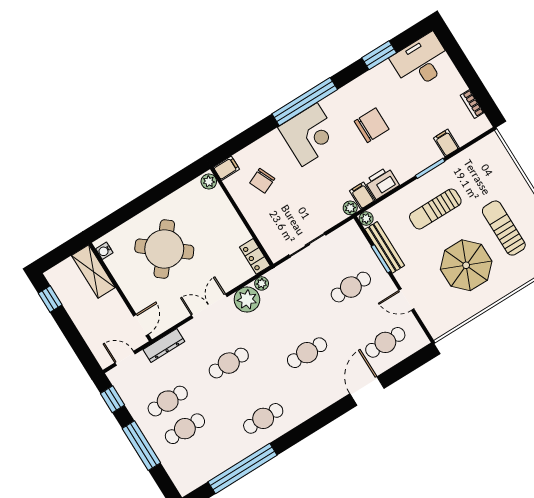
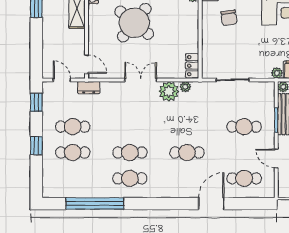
chair: (262, 181) -> (229, 18), turned -74
door: (141, 325) -> (87, 64), hinge flipped
dresser: (164, 345) -> (89, 88), width x0.70
cafe table: (229, 363) -> (130, 153), moved
window: (141, 446) -> (36, 146), width x0.46

